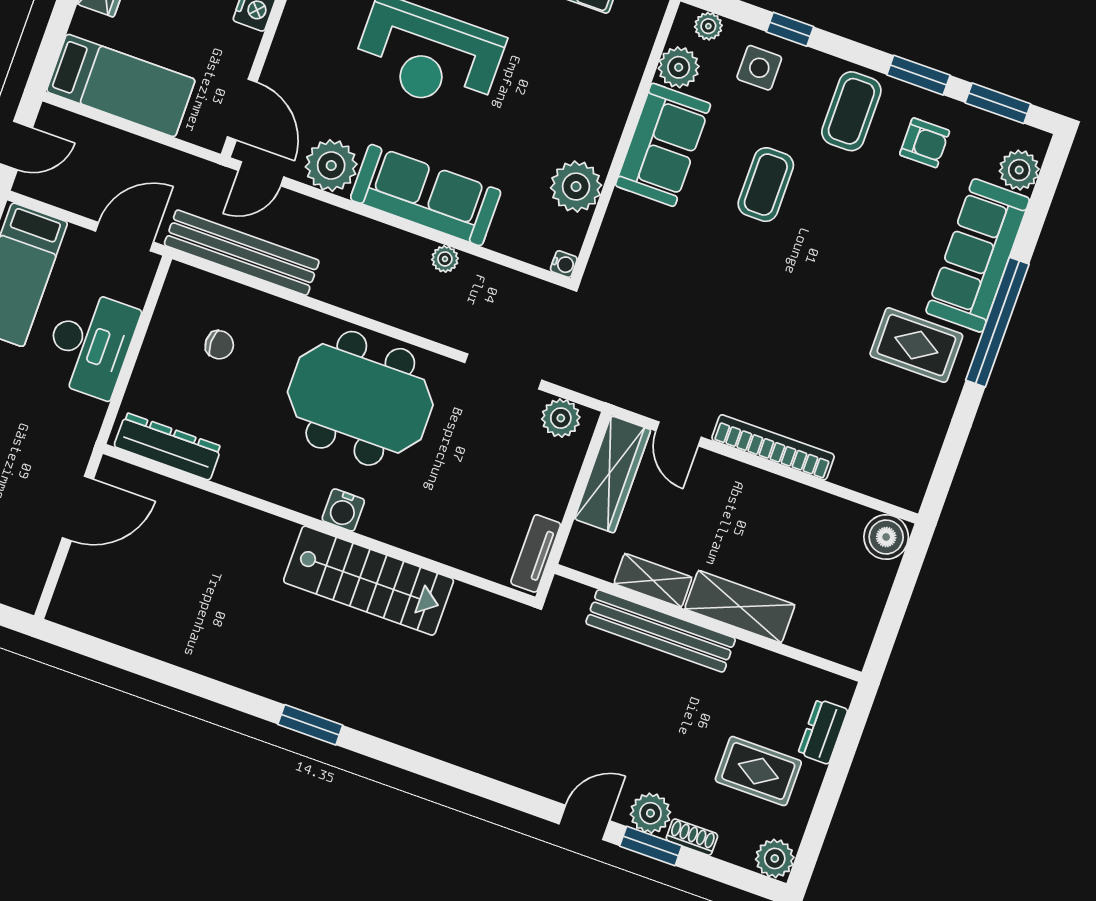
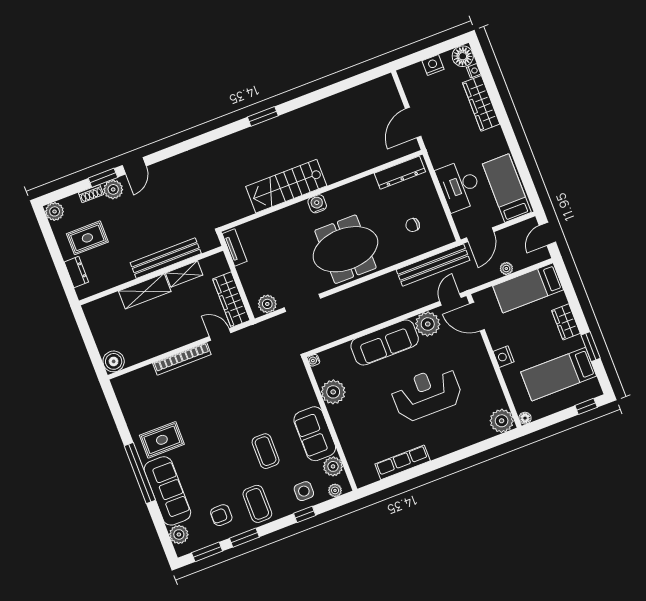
plant: (445, 259) -> (506, 268), moved

